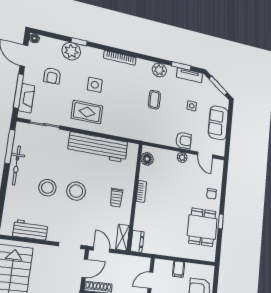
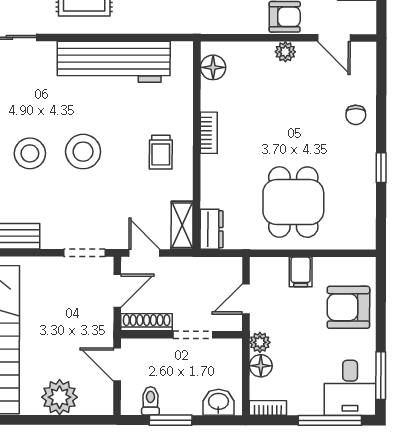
dining table: (202, 227) -> (293, 202), moved

